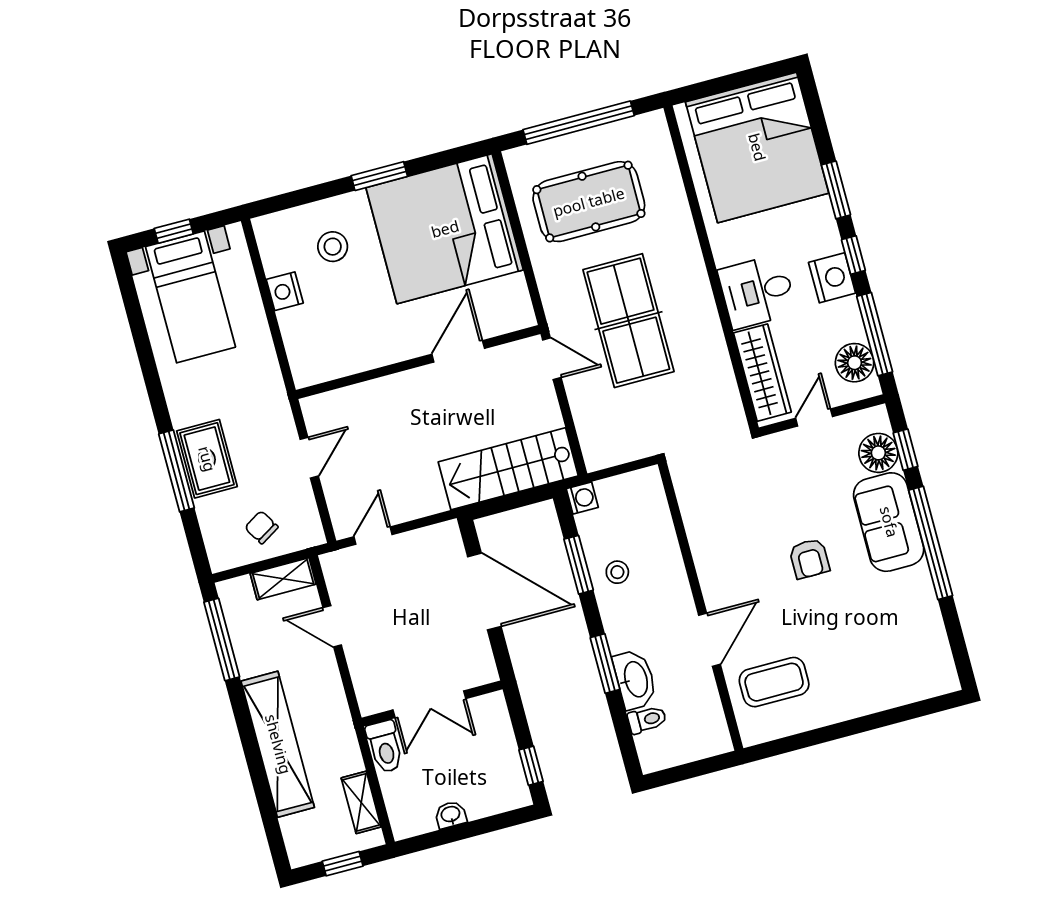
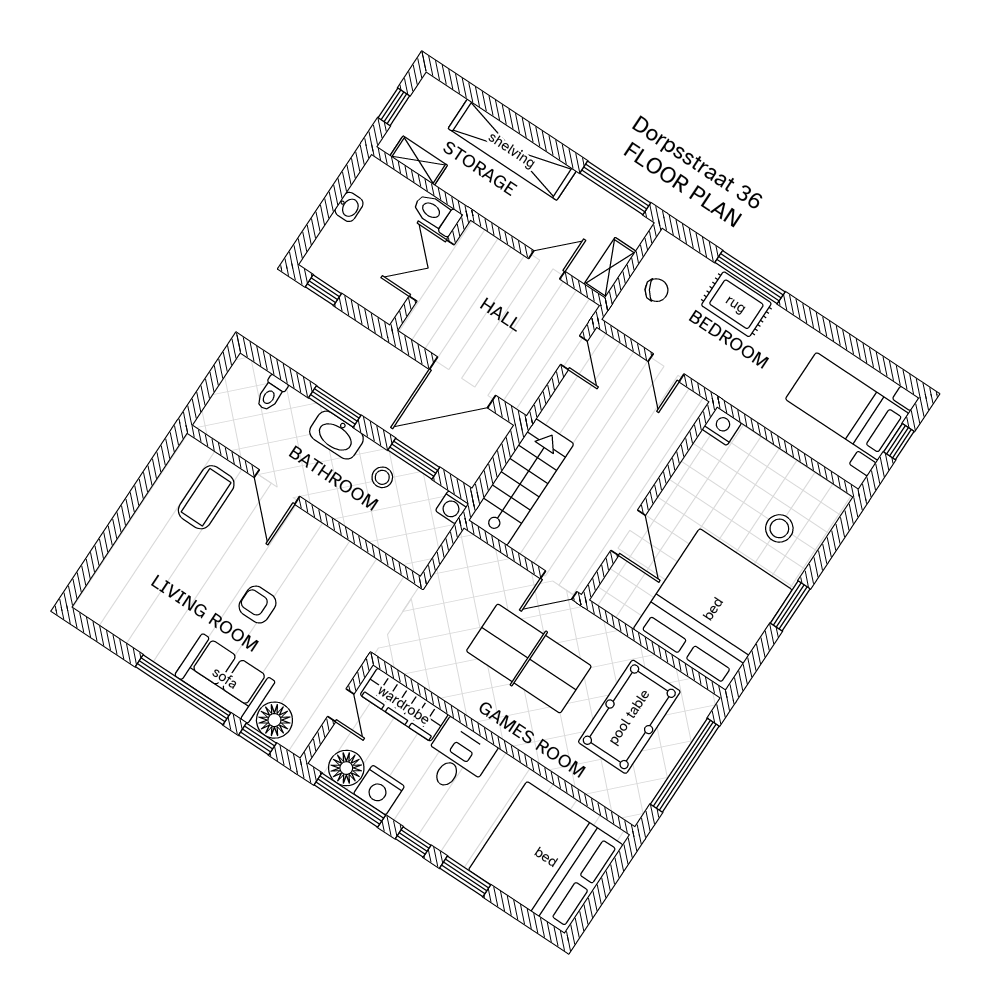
nightstand: (832, 278) -> (379, 790), moved
nightstand: (285, 291) -> (722, 426), moved
washbasin: (635, 680) -> (336, 435), moved

